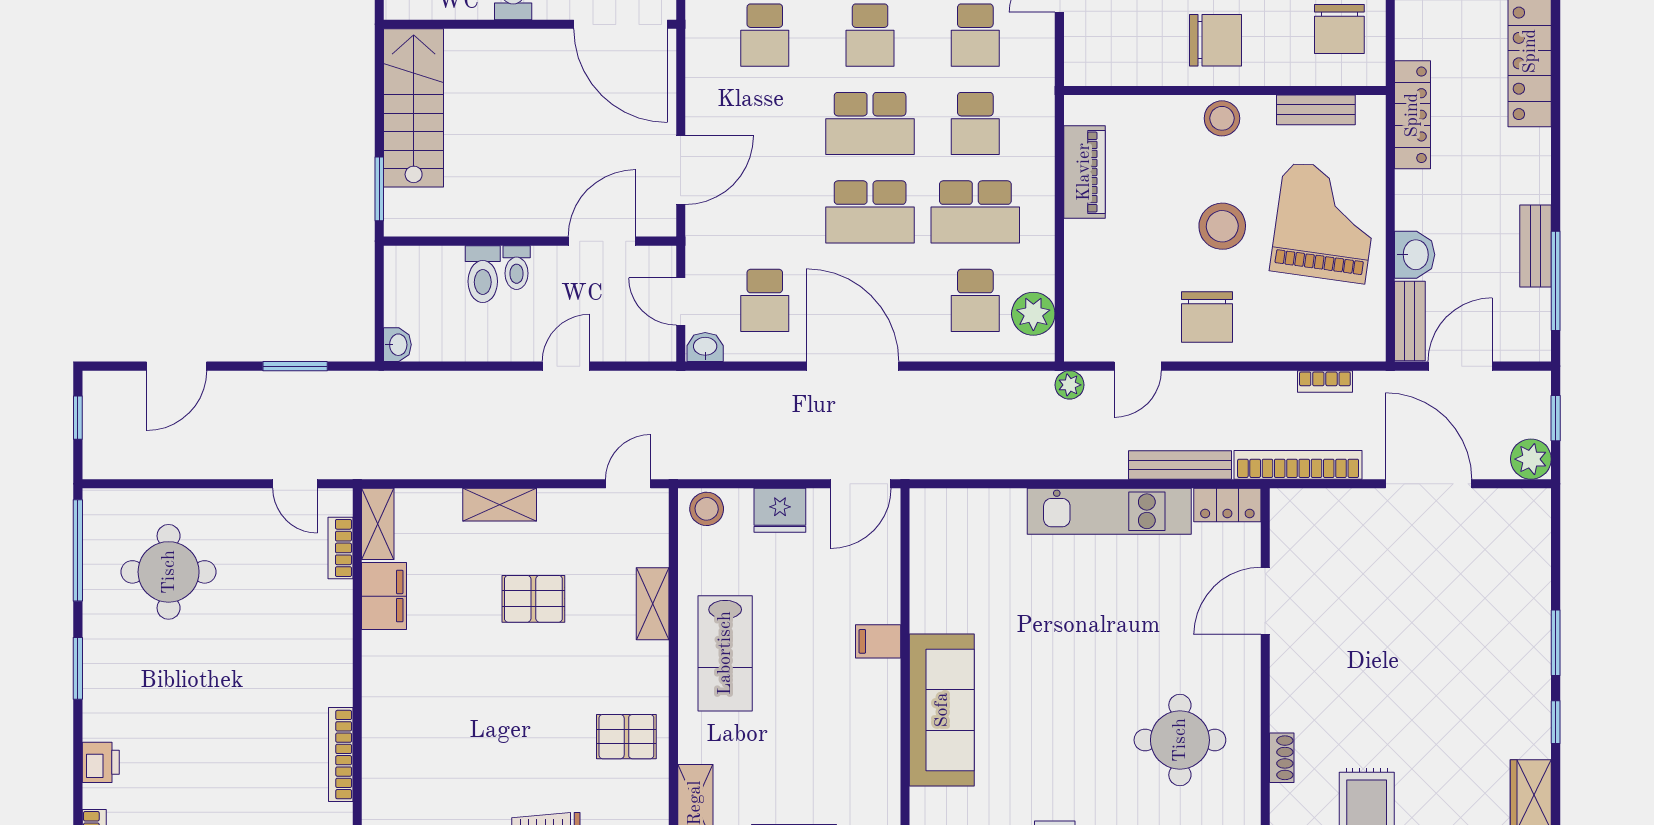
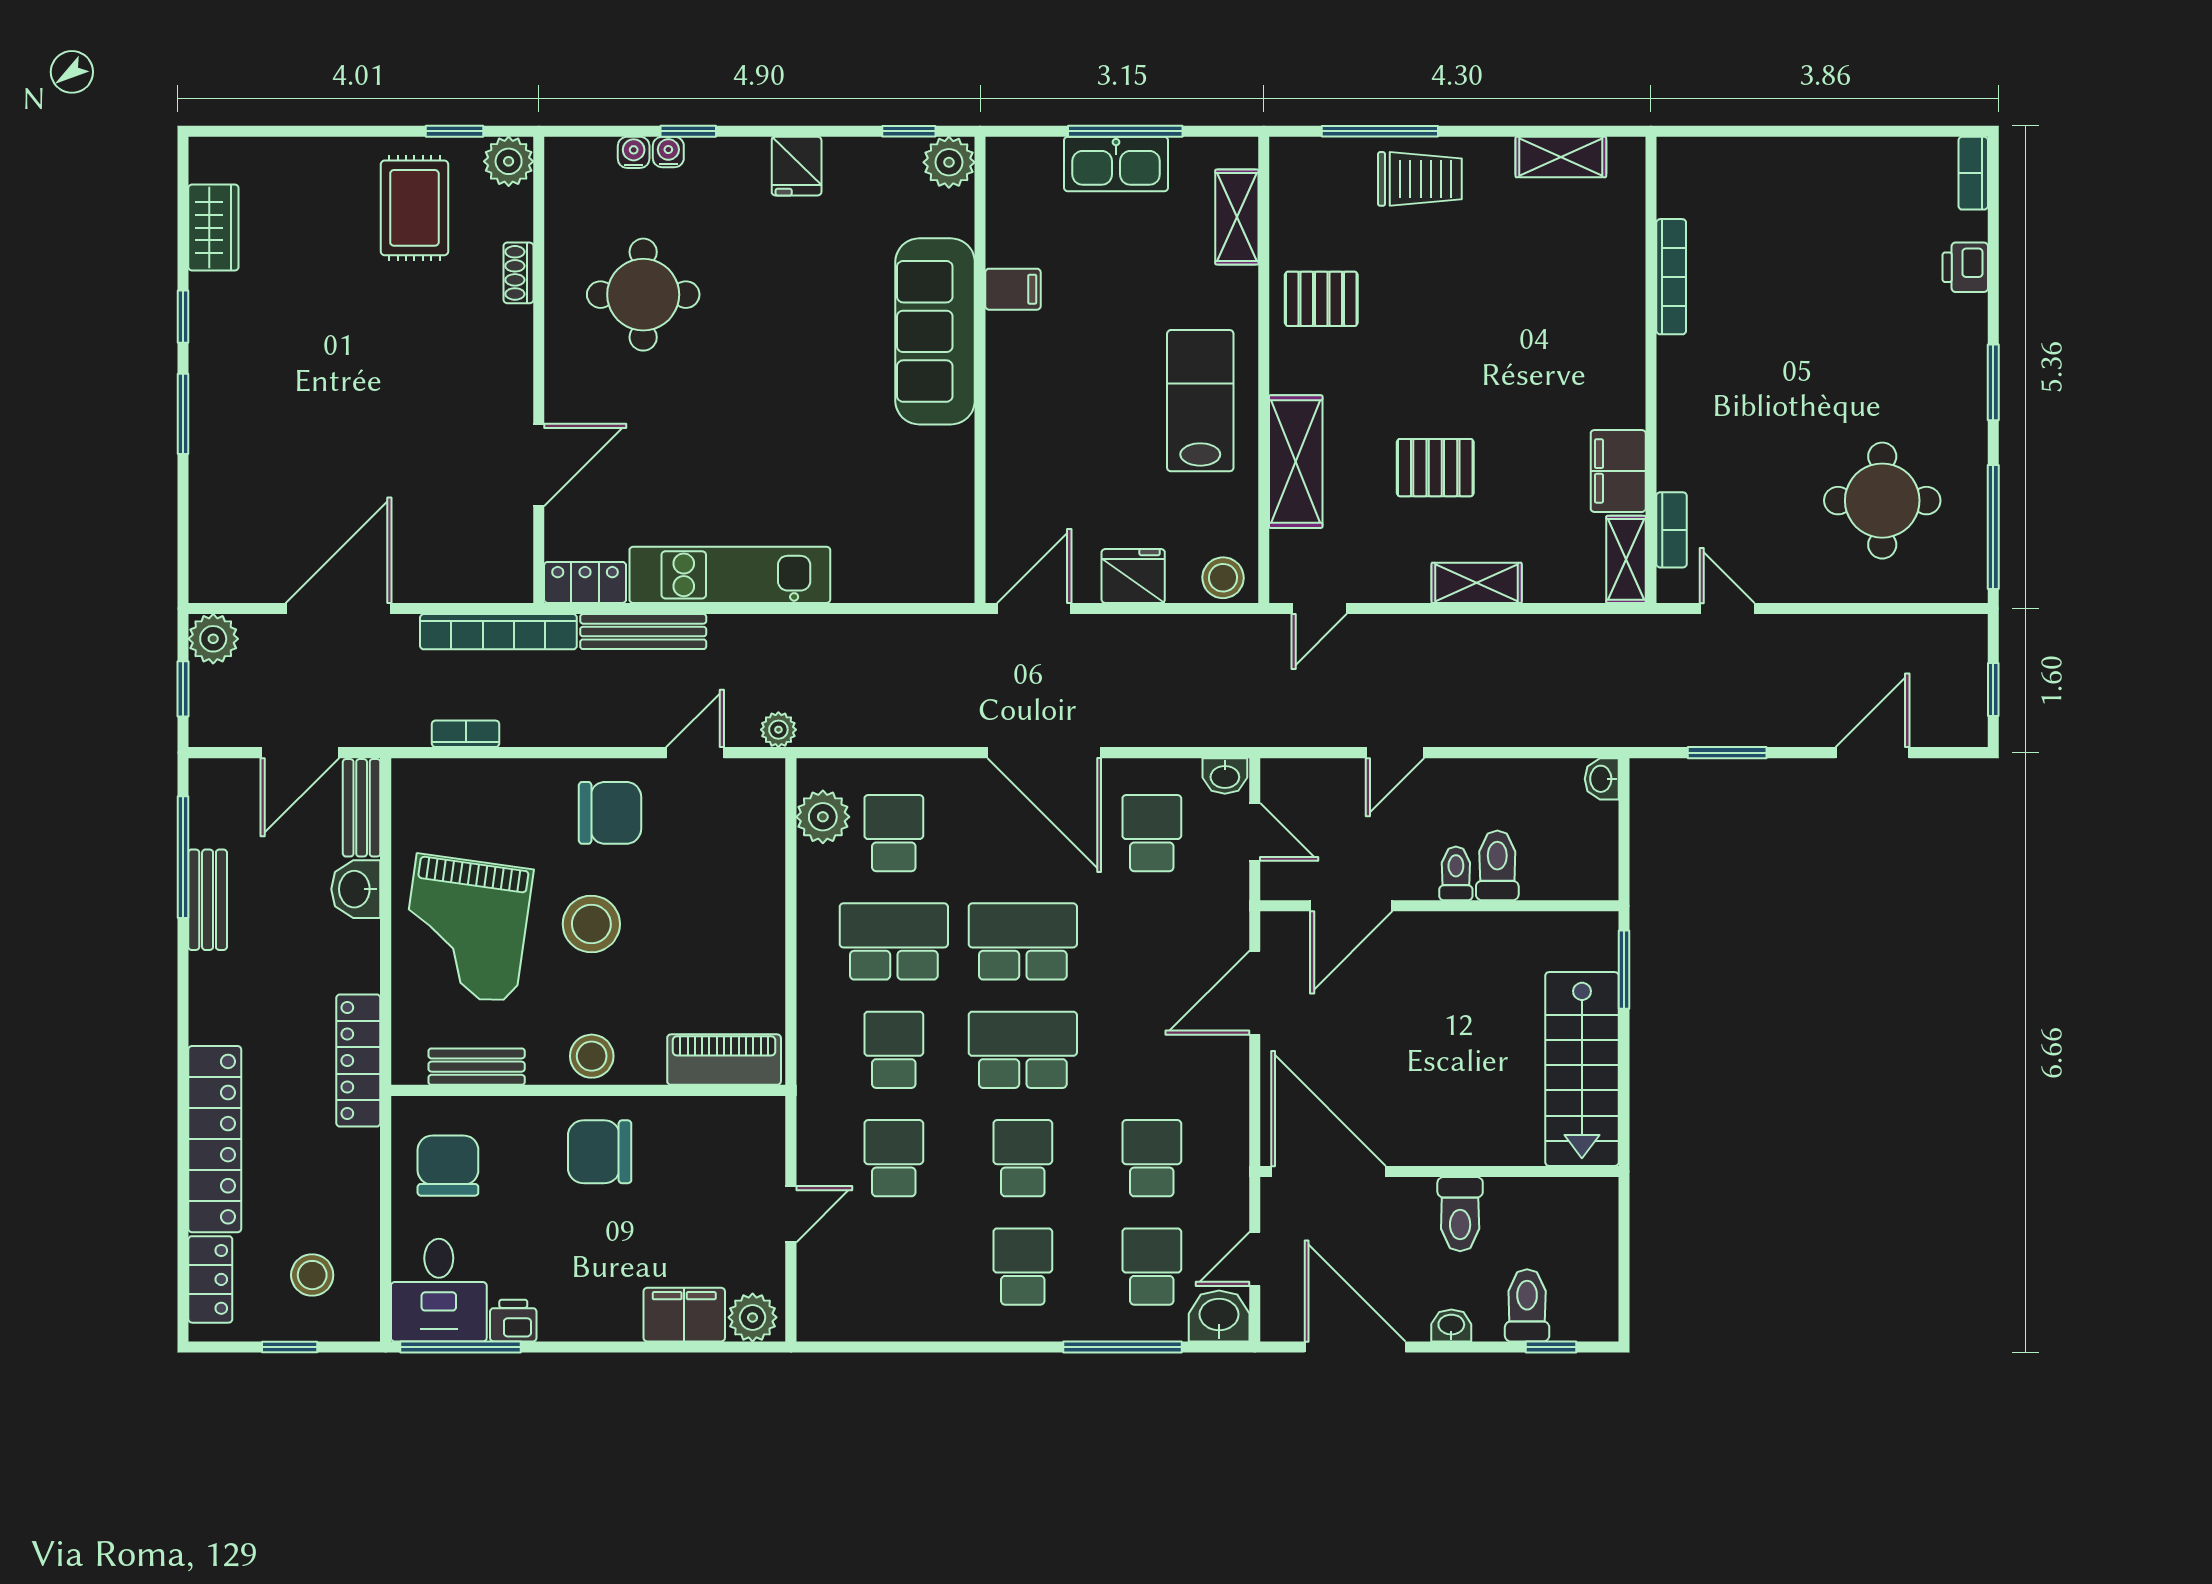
piano: (1084, 172) -> (724, 1060), moved, turned 90
chair: (1207, 317) -> (610, 813), turned 90
door: (1429, 484) -> (338, 609), swing flipped
shelving: (653, 604) -> (1296, 462), width x1.50, depth x1.33
filing cabinet: (878, 641) -> (1013, 289), moved

